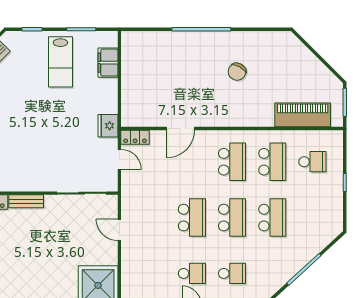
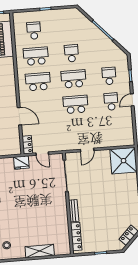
door: (119, 159) -> (42, 154), swing flipped
school desk: (272, 218) -> (71, 53), width x0.54

